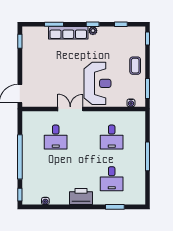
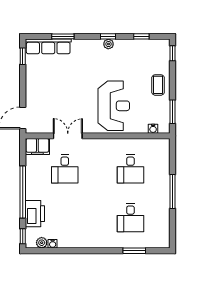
row of seats: (68, 33) -> (48, 46), moved
double door: (70, 109) -> (68, 136), moved
filing cabinet: (32, 118) -> (37, 146), added
printer: (81, 197) -> (35, 214), moved, turned 90
plant: (36, 200) -> (42, 243), added

